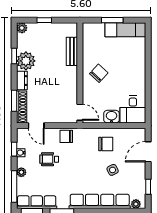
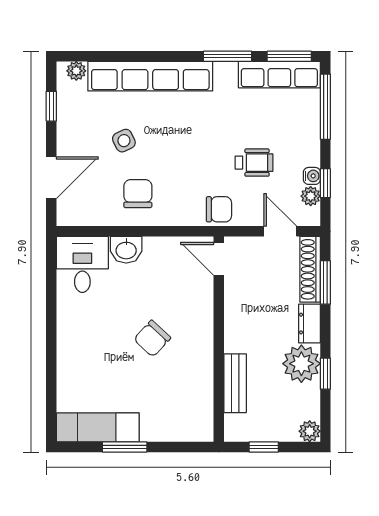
bench: (72, 51) -> (235, 383), moved
wall: (80, 73) -> (219, 339), moved
door: (80, 112) -> (219, 259), moved
chair: (106, 144) -> (138, 194), turned 90
plant: (21, 172) -> (311, 196), moved

